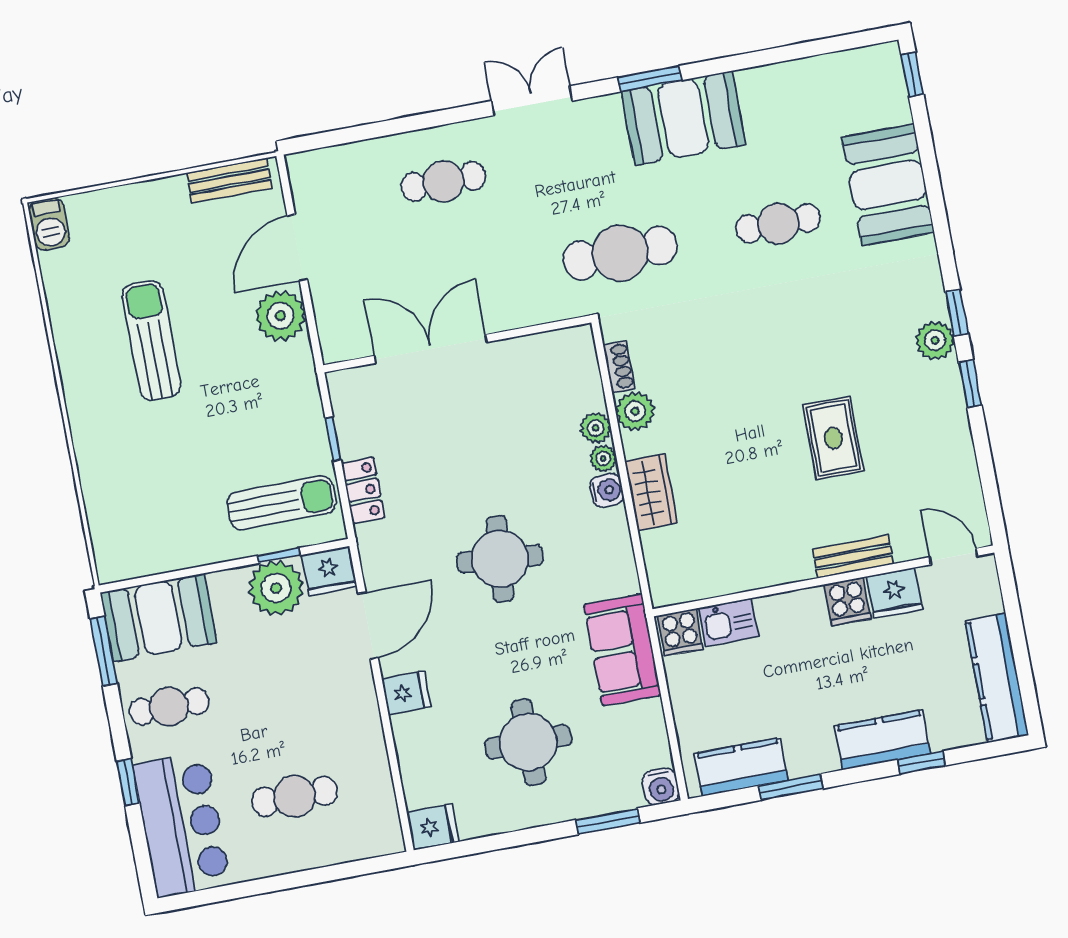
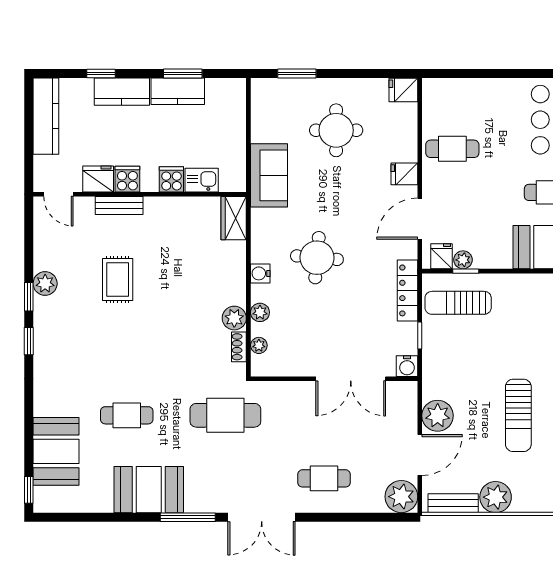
window: (650, 79) -> (188, 517), width x1.44
double door: (532, 101) -> (262, 517), width x1.37
booth: (683, 118) -> (149, 490), moved
plant: (314, 176) -> (401, 497), added
booth: (888, 185) -> (56, 451), moved
plant: (163, 203) -> (496, 497), added
plant: (935, 340) -> (45, 284), moved
plant: (603, 458) -> (259, 345), moved
locker: (363, 490) -> (407, 290), width x1.53
wardrobe: (651, 492) -> (234, 218), moved
round table: (500, 559) -> (317, 258), moved
fridge: (329, 571) -> (441, 256), width x0.72
plant: (276, 588) -> (463, 260), width x0.53, depth x0.53
cooker: (680, 632) -> (171, 179), moved
kitchen counter: (741, 767) -> (178, 91), moved
water cooler: (661, 787) -> (407, 366), moved, turned 180
cafe table: (295, 796) -> (452, 149), moved

